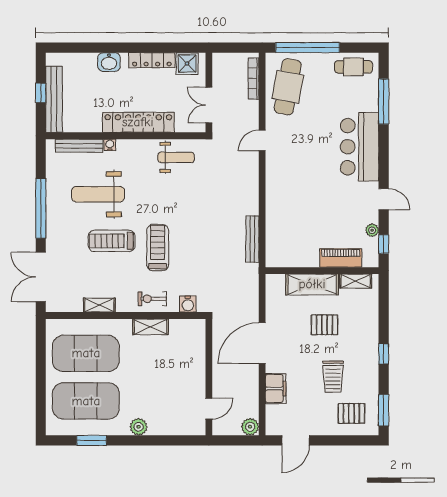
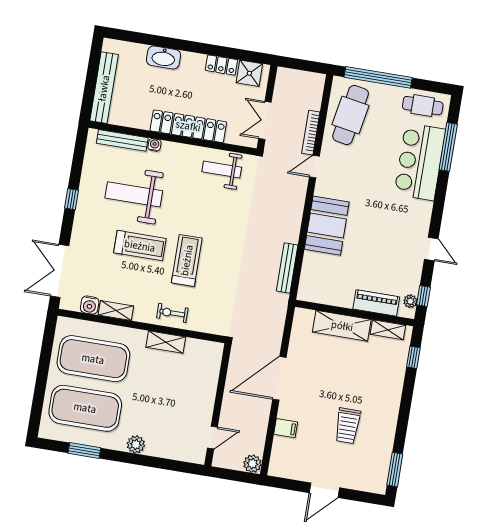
locker: (152, 60) -> (221, 65), width x0.66
washbasin: (109, 62) -> (163, 57), width x1.38
bookcase: (254, 79) -> (311, 133), moved
window: (41, 93) -> (91, 79), removed
bar counter: (360, 147) -> (420, 162), moved
weight bench: (176, 157) -> (222, 169), turned 180
booth: (283, 193) -> (327, 226), added
window: (41, 208) -> (71, 199), width x0.32
plant: (372, 230) -> (410, 301), moved
treadmill: (112, 241) -> (140, 246), turned 180
water cooler: (188, 304) -> (90, 305), moved
pallet: (325, 325) -> (348, 370), removed
window: (384, 354) -> (413, 357), moved
filing cabinet: (276, 388) -> (286, 428), width x0.50
pallet: (351, 413) -> (361, 467), removed
door: (296, 440) -> (324, 490), moved

